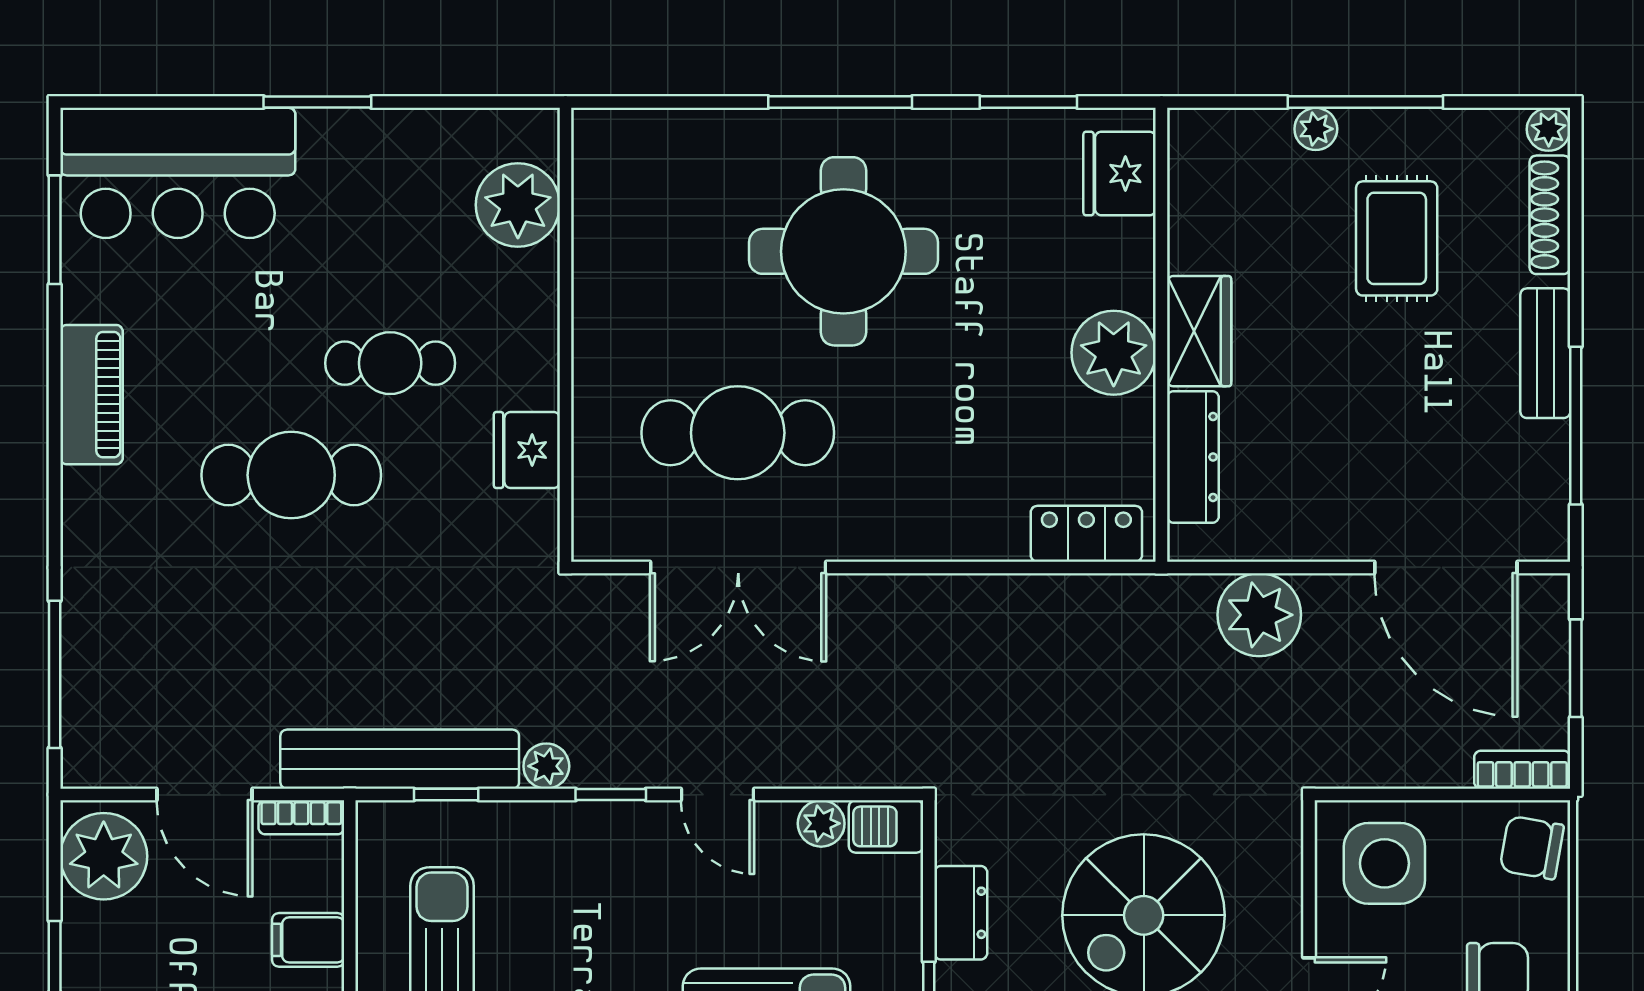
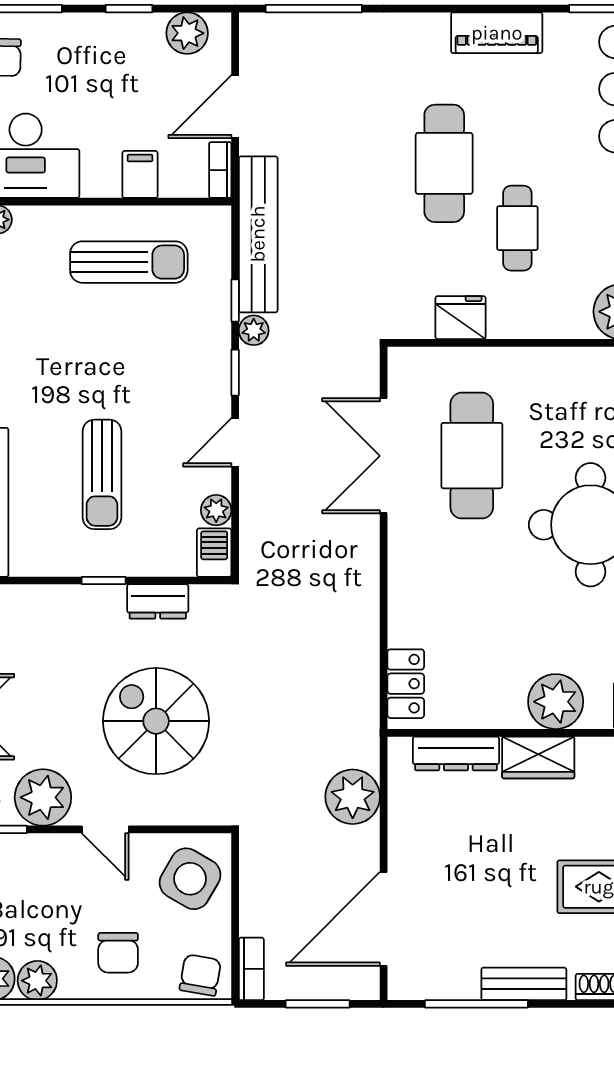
plant: (1114, 353) -> (556, 702), moved
window: (446, 795) -> (235, 300), moved
plant: (104, 856) -> (187, 33), width x0.73, depth x0.73
side table: (1384, 863) -> (190, 879), turned 30

